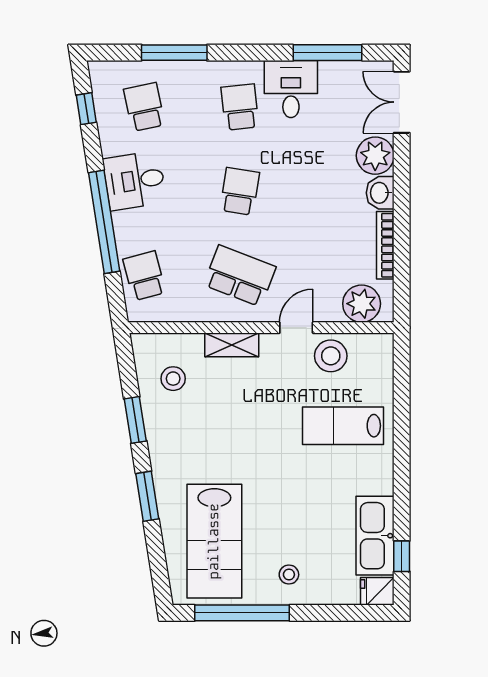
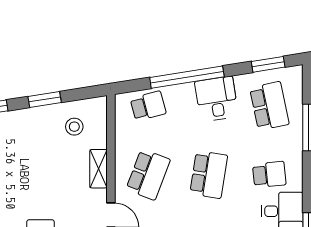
school desk: (144, 107) -> (269, 106), width x1.85
window: (86, 109) -> (268, 64), width x1.50
school desk: (240, 191) -> (209, 175), width x1.85

